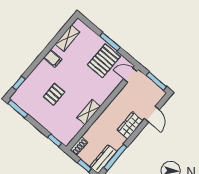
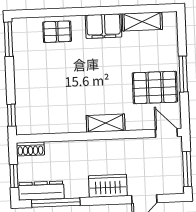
filing cabinet: (53, 58) -> (104, 26), width x2.00
window: (19, 83) -> (39, 13), removed
pallet: (54, 94) -> (57, 32), moved
shelving: (89, 112) -> (106, 123), moved

